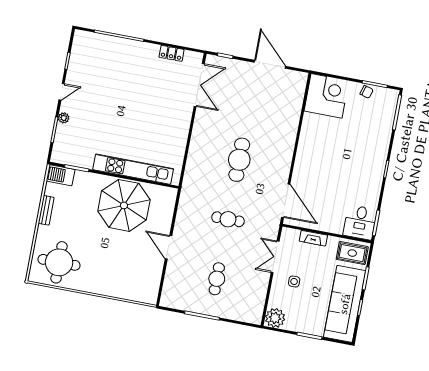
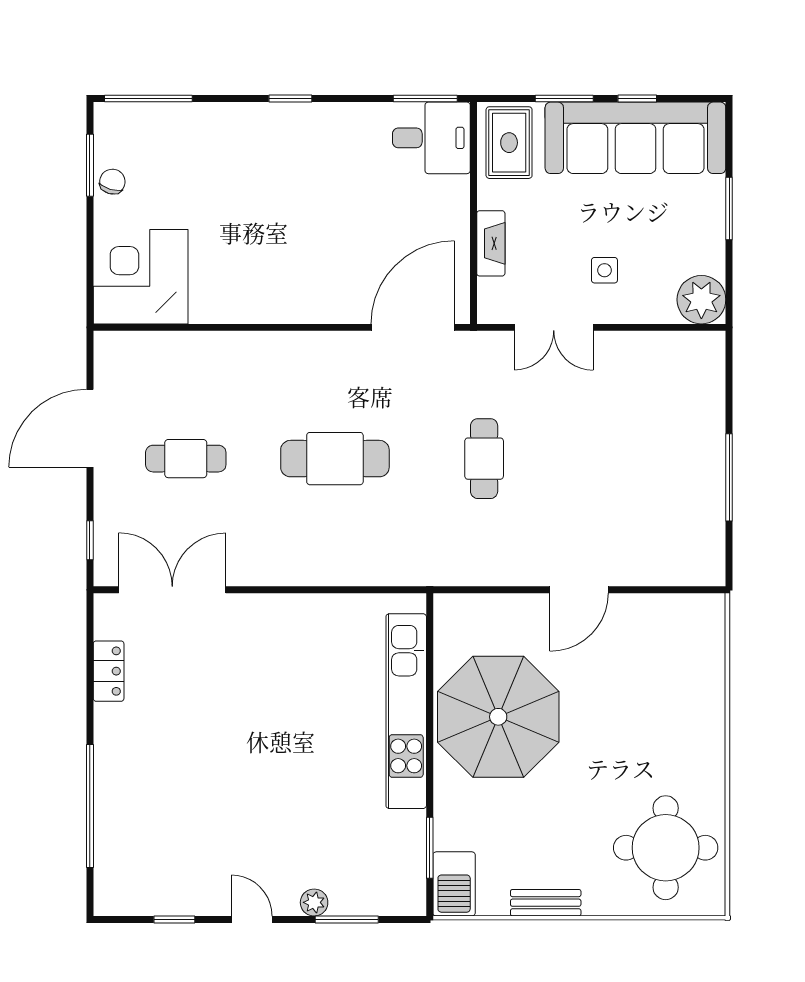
cafe table: (217, 279) -> (186, 459), moved

